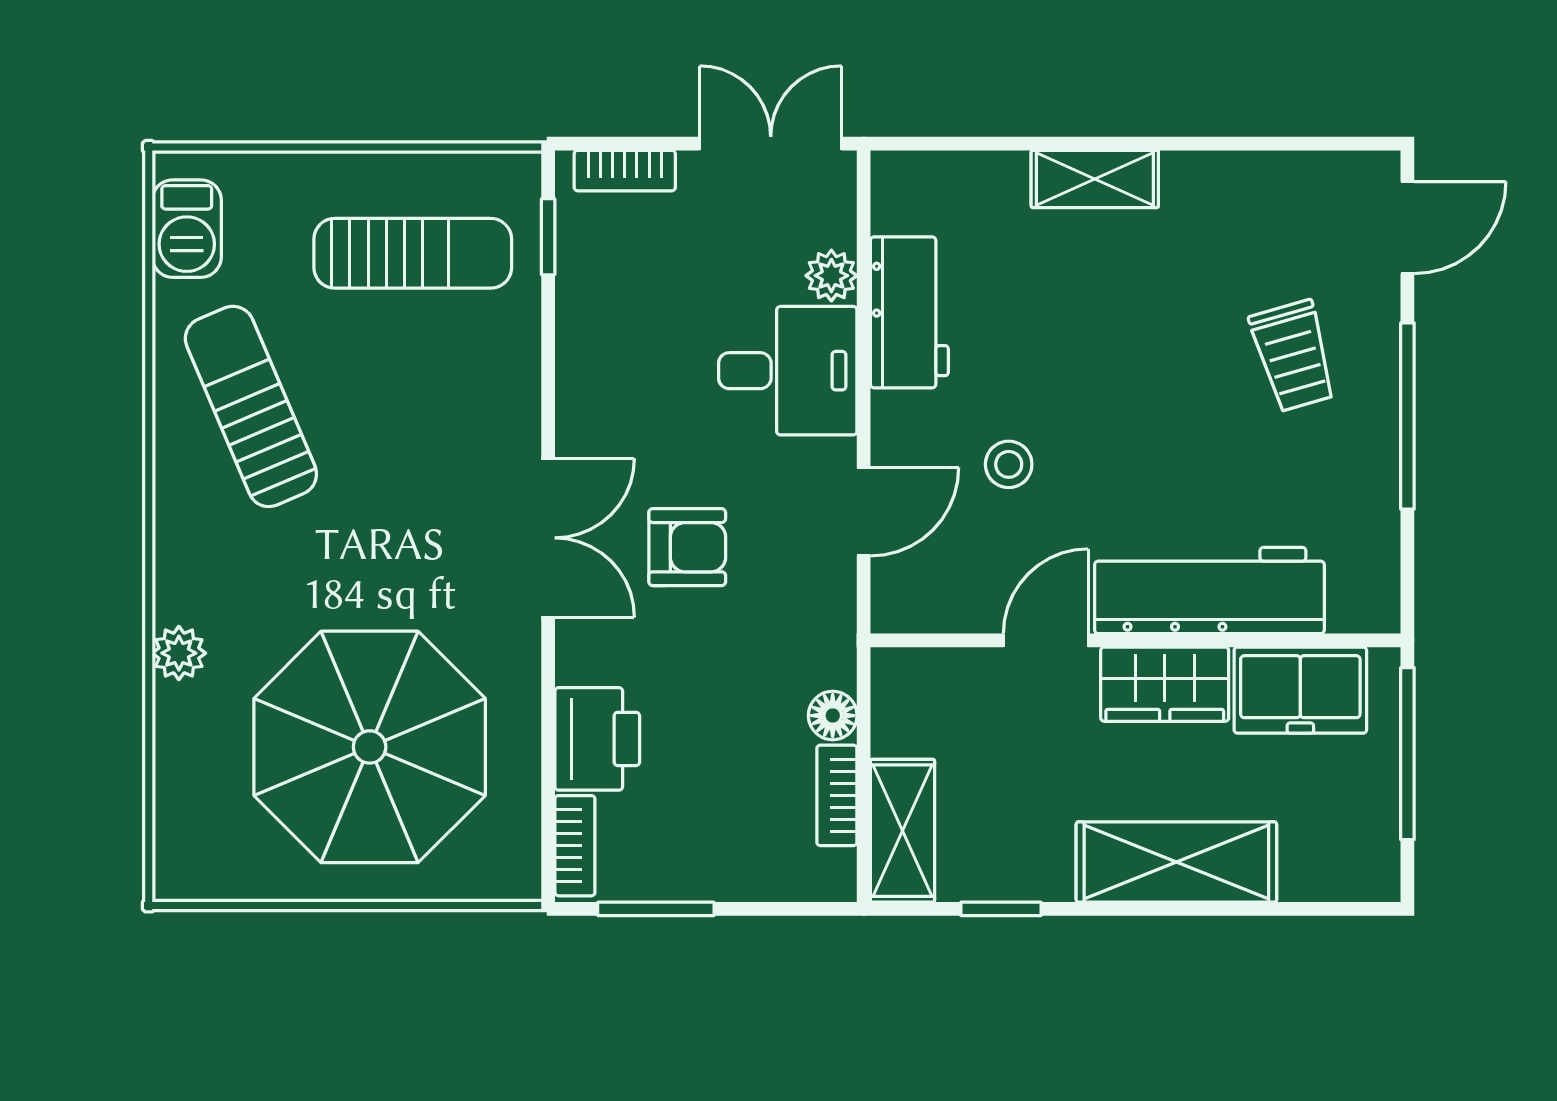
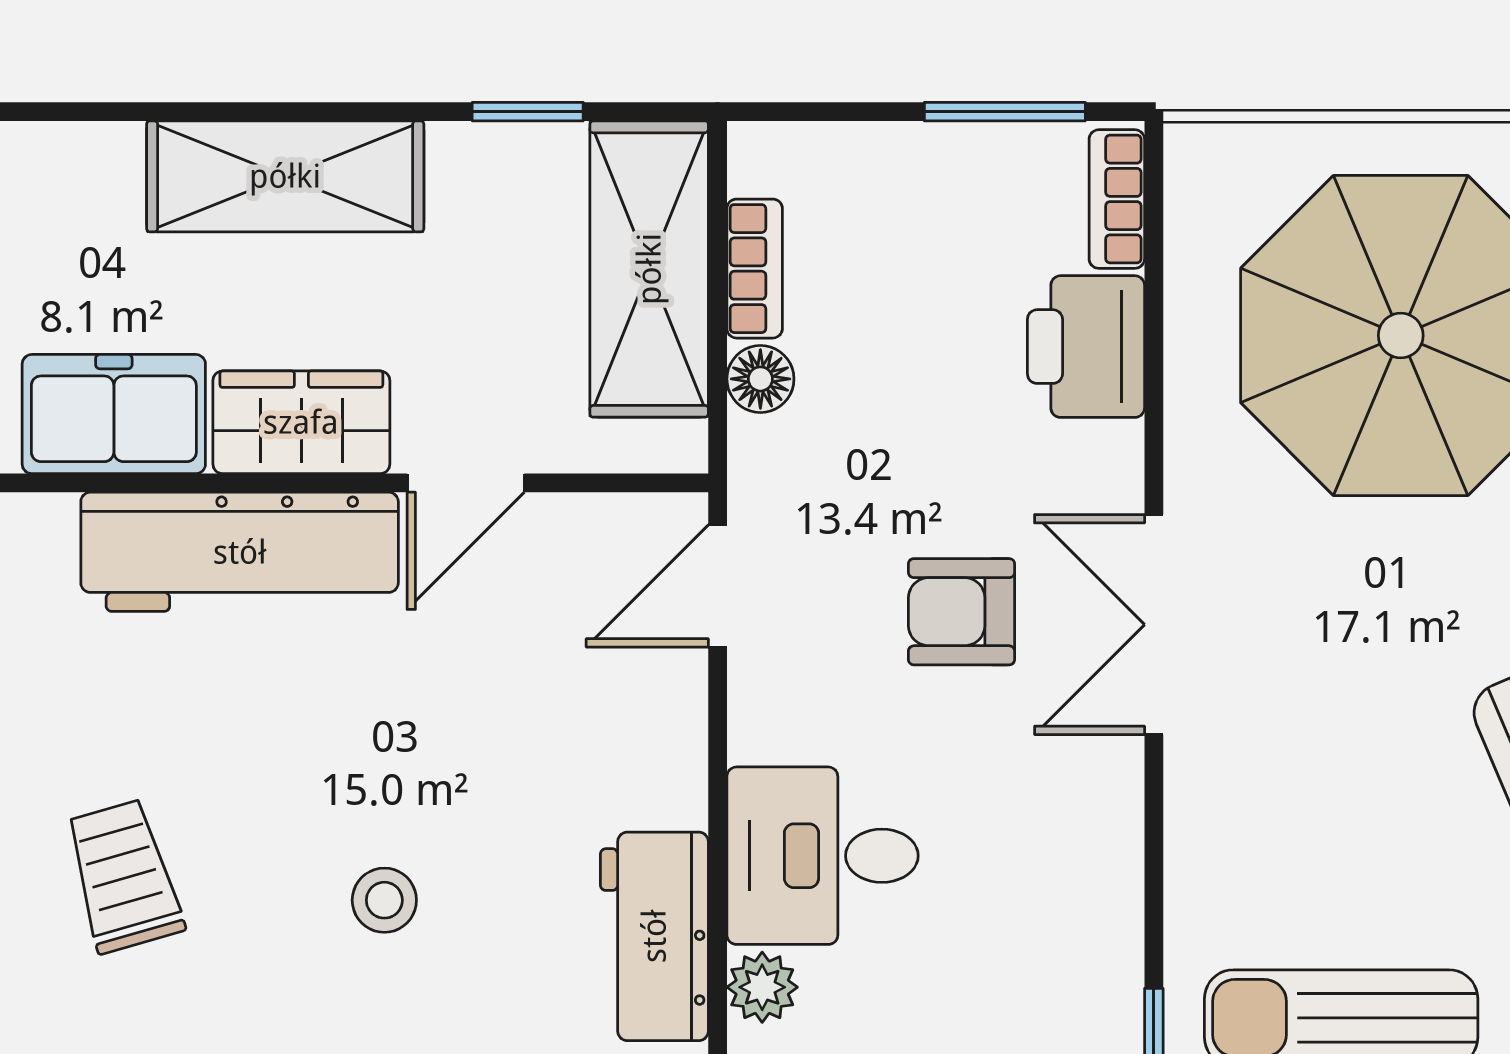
stool: (1009, 464) -> (384, 900), moved
door: (864, 512) -> (718, 586), moved
shelving: (903, 831) -> (649, 269), width x1.50, depth x1.33

